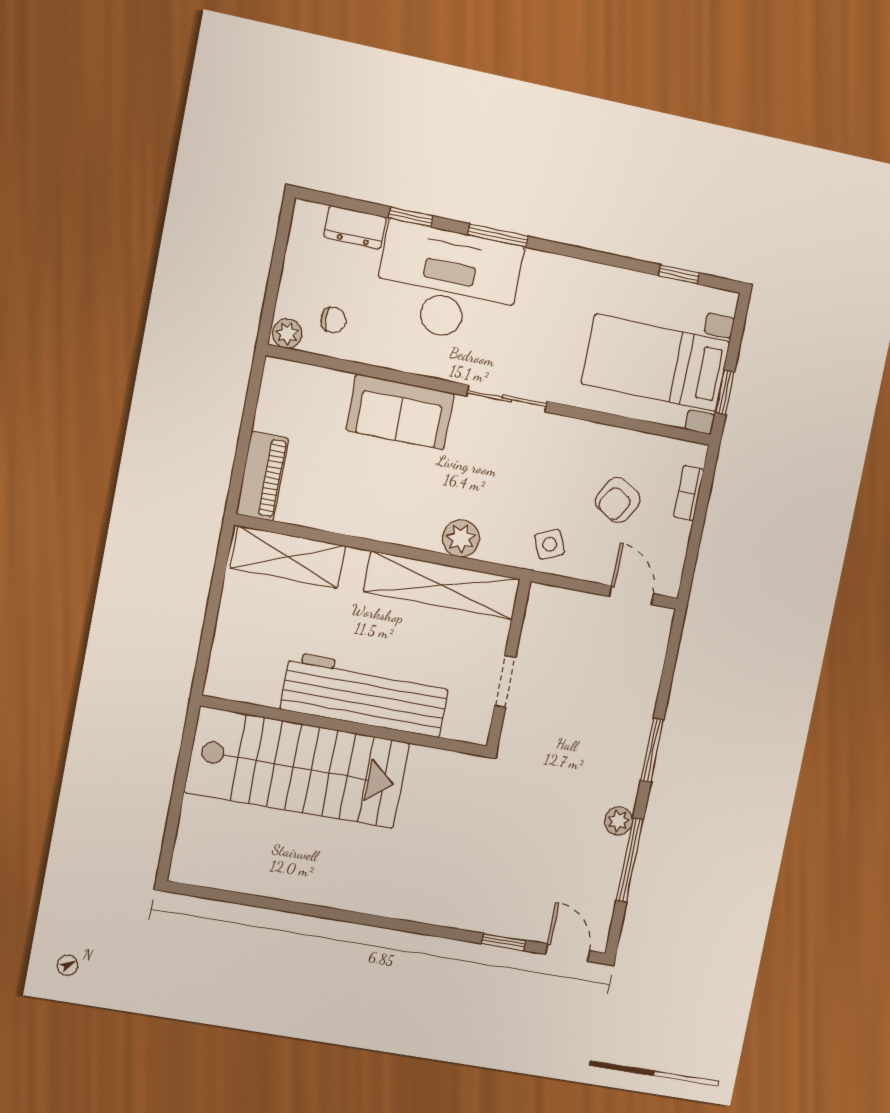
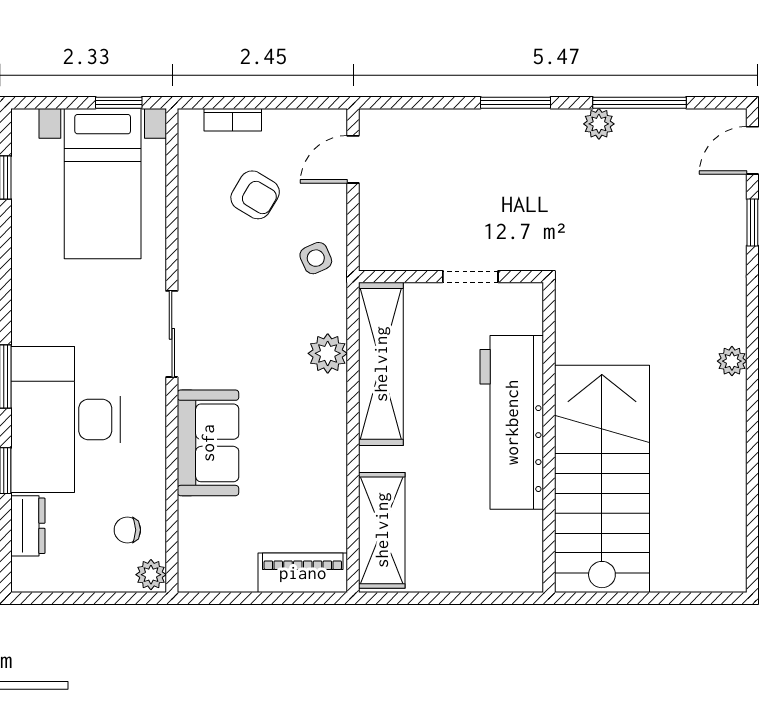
chair: (333, 320) -> (127, 530), turned -90
plant: (383, 903) -> (732, 361), added

